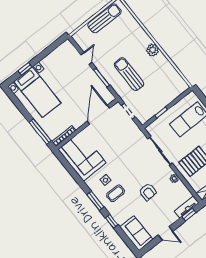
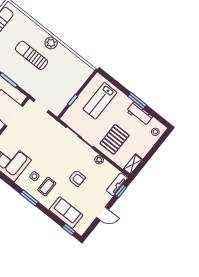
sun lounger: (129, 74) -> (31, 55), moved
window: (112, 221) -> (69, 229), moved
sofa: (136, 233) -> (66, 213), moved

